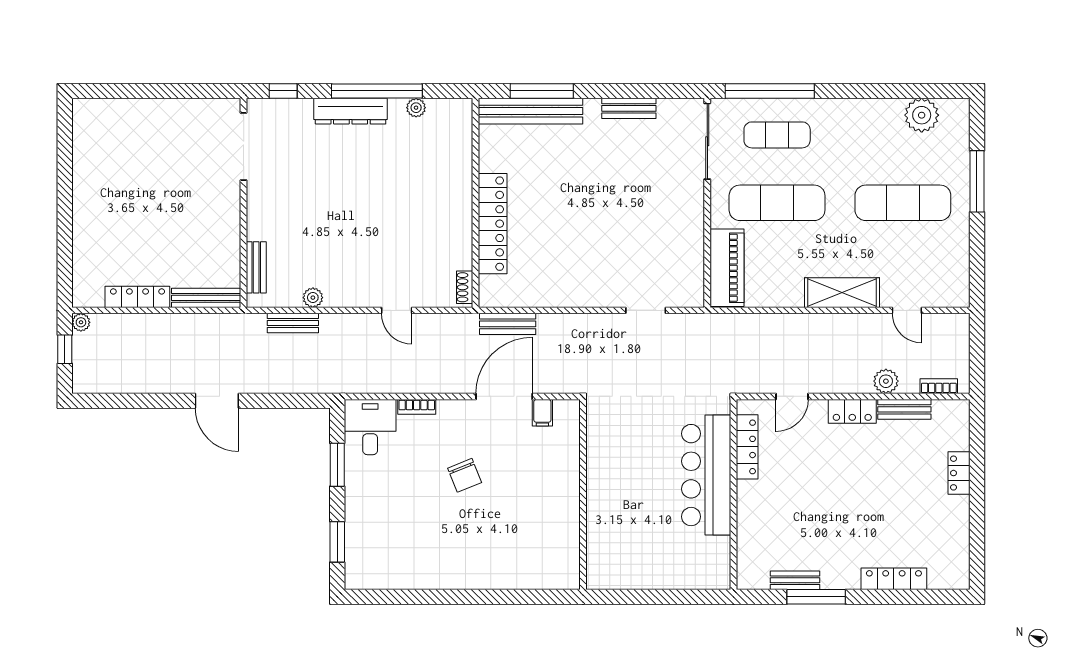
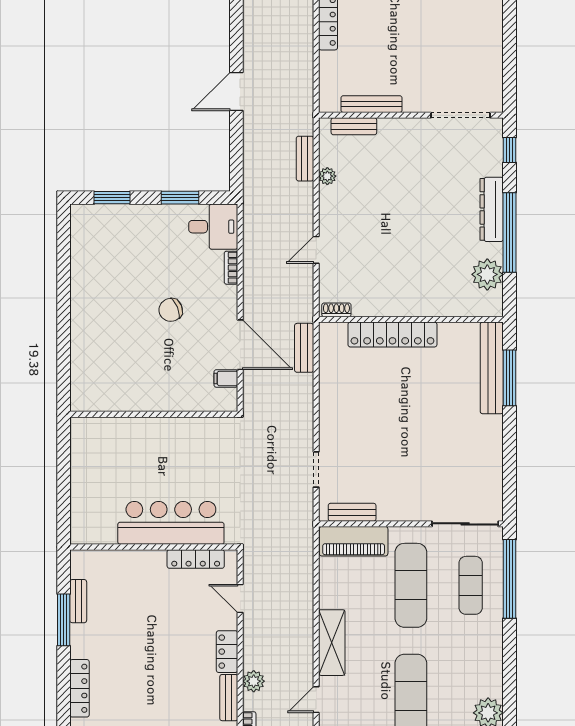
plant: (416, 108) -> (487, 274), width x1.88, depth x1.88
bench: (629, 108) -> (352, 512), moved, turned 90
bench: (206, 298) -> (372, 104), moved, turned 90

